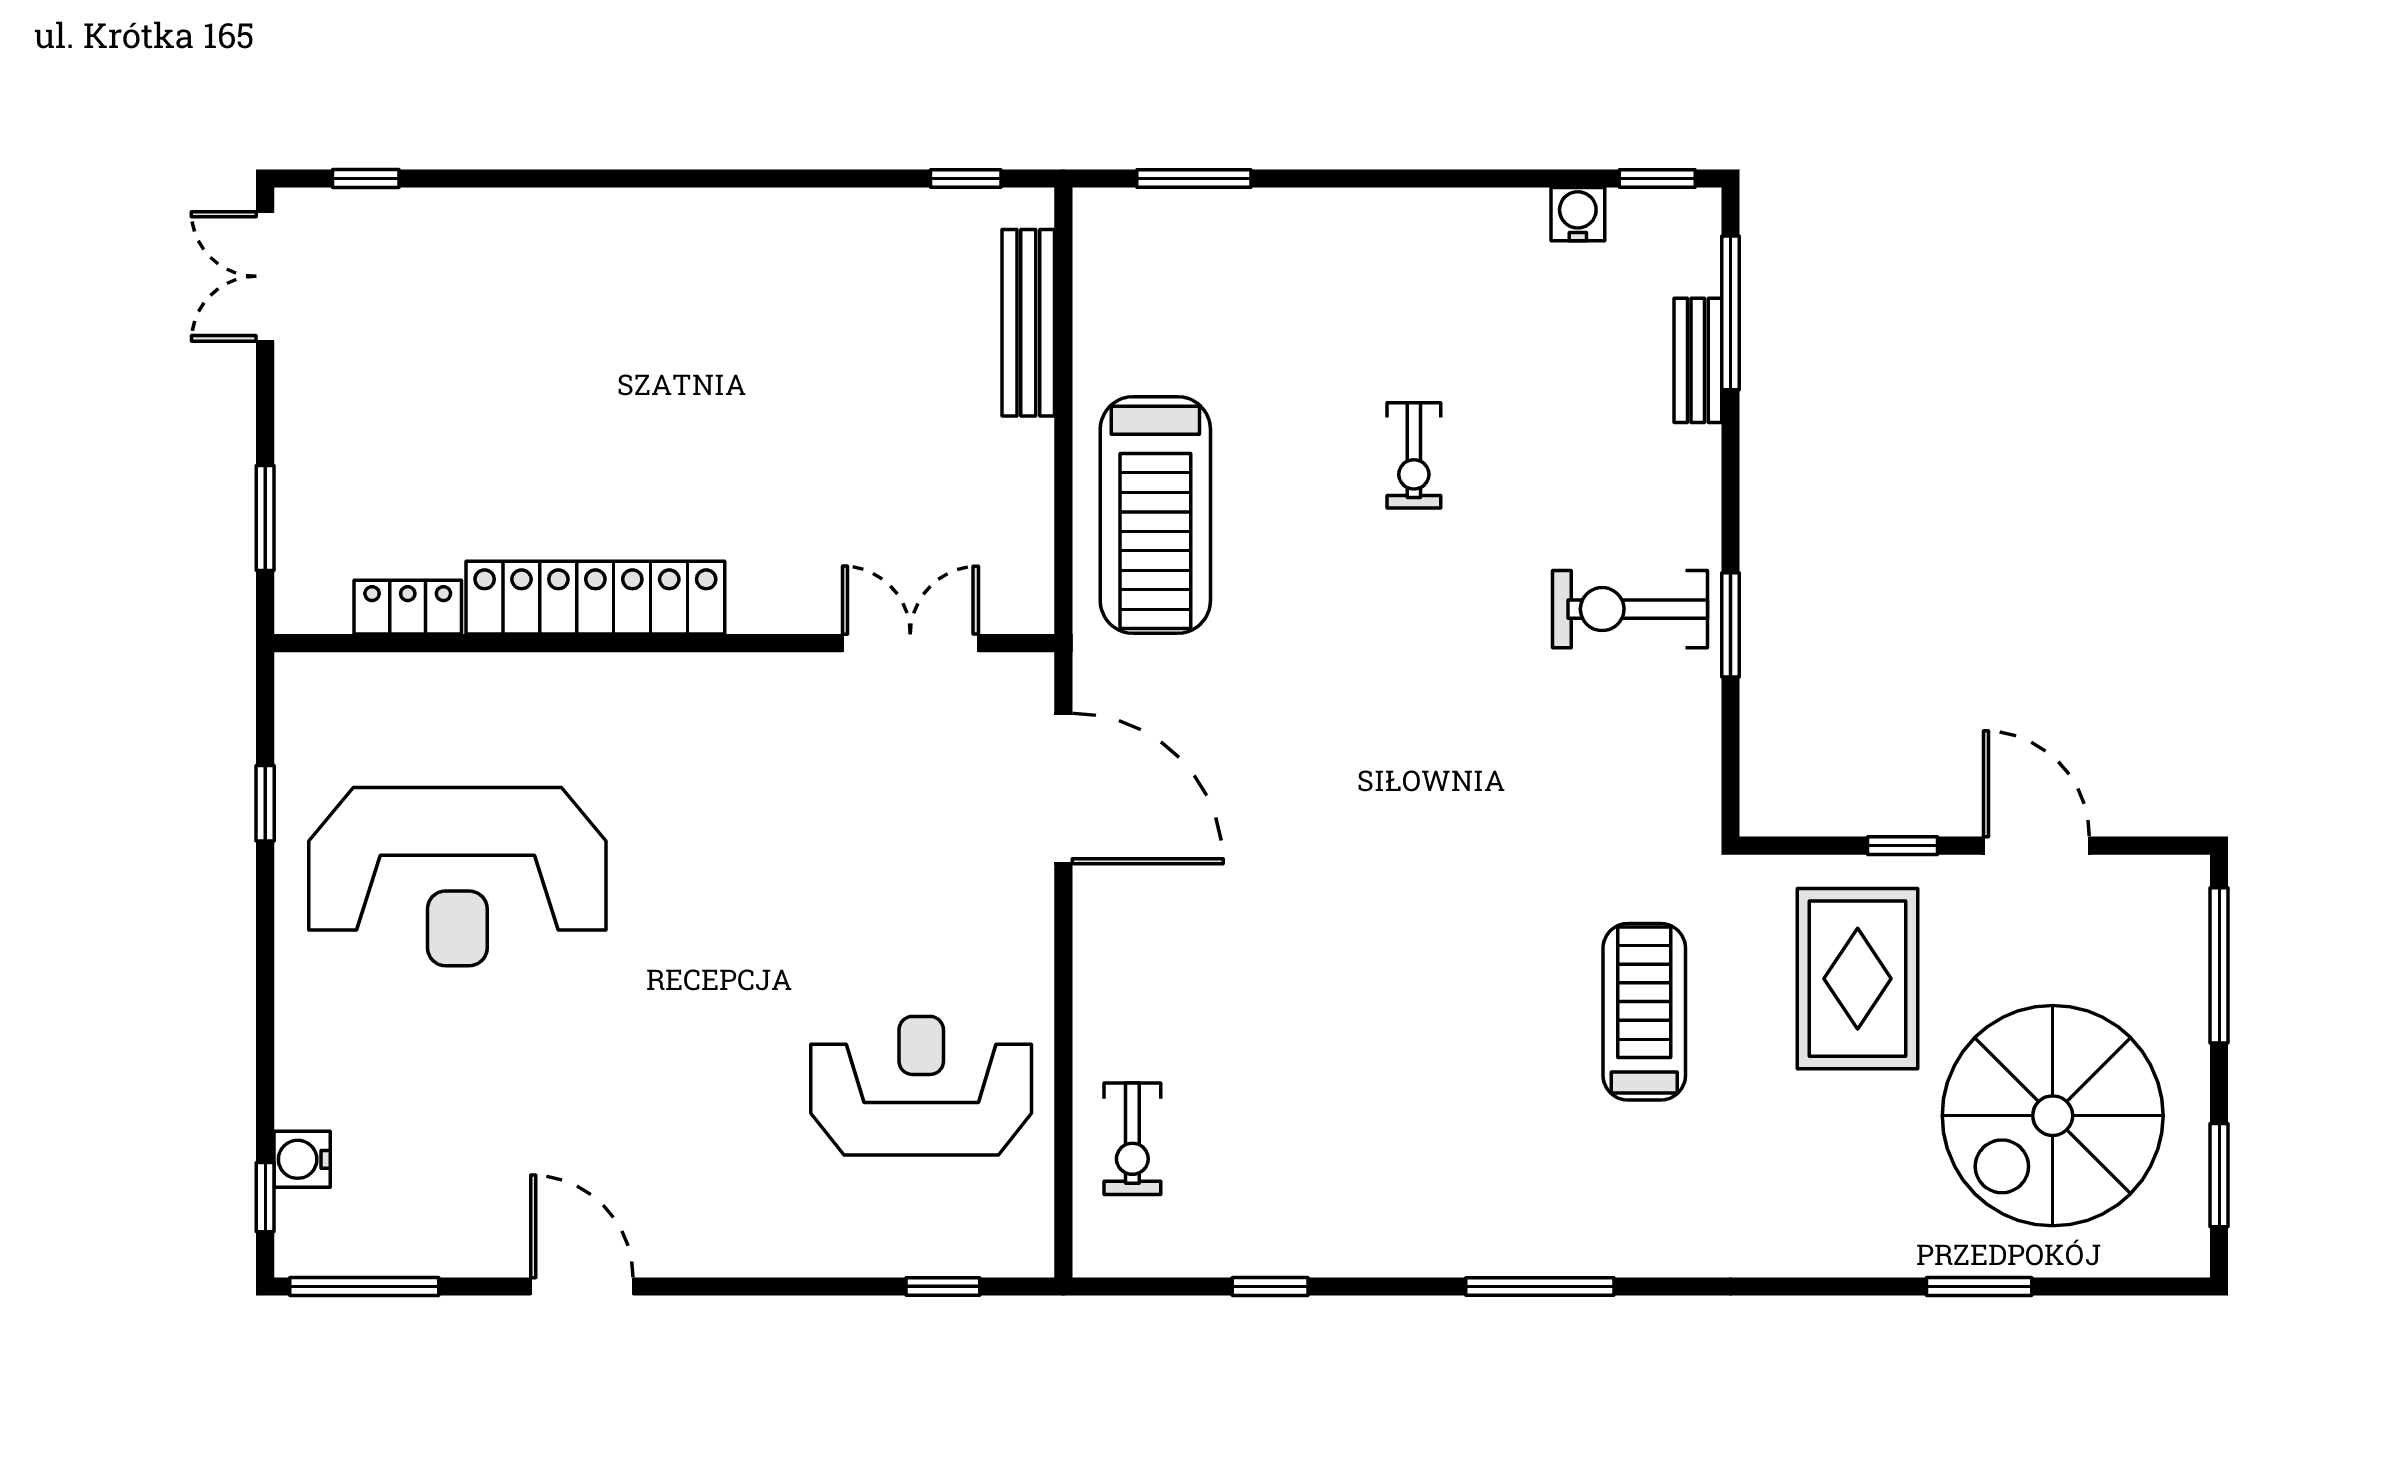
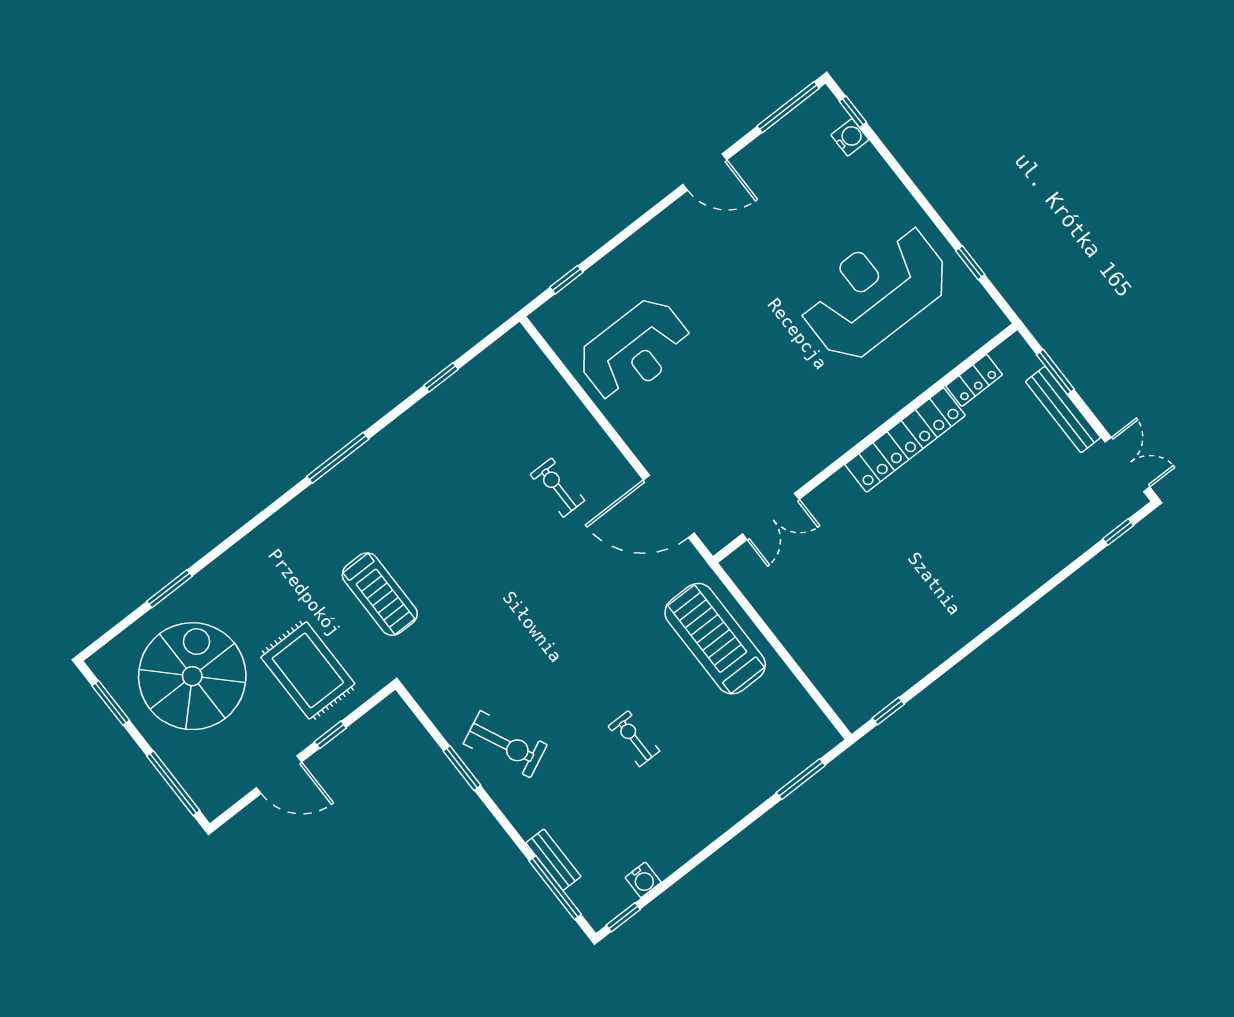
bench: (1028, 323) -> (1063, 410), moved
exercise bike: (1630, 609) -> (505, 744), turned 65
exercise bike: (1132, 1139) -> (557, 487), moved

